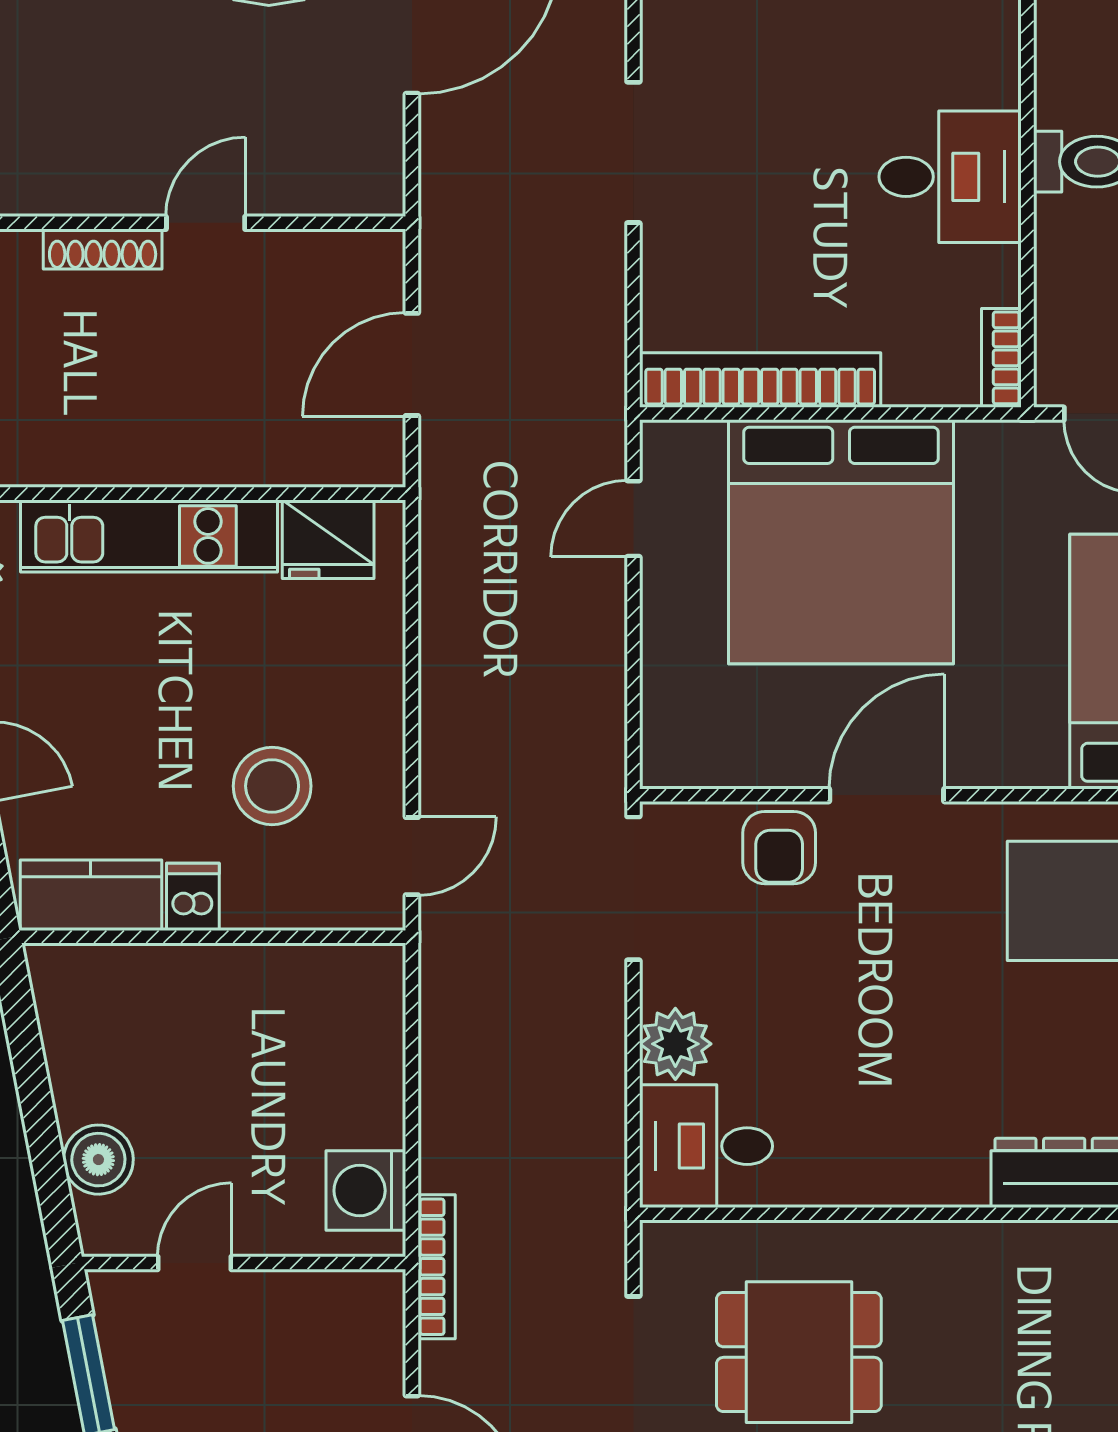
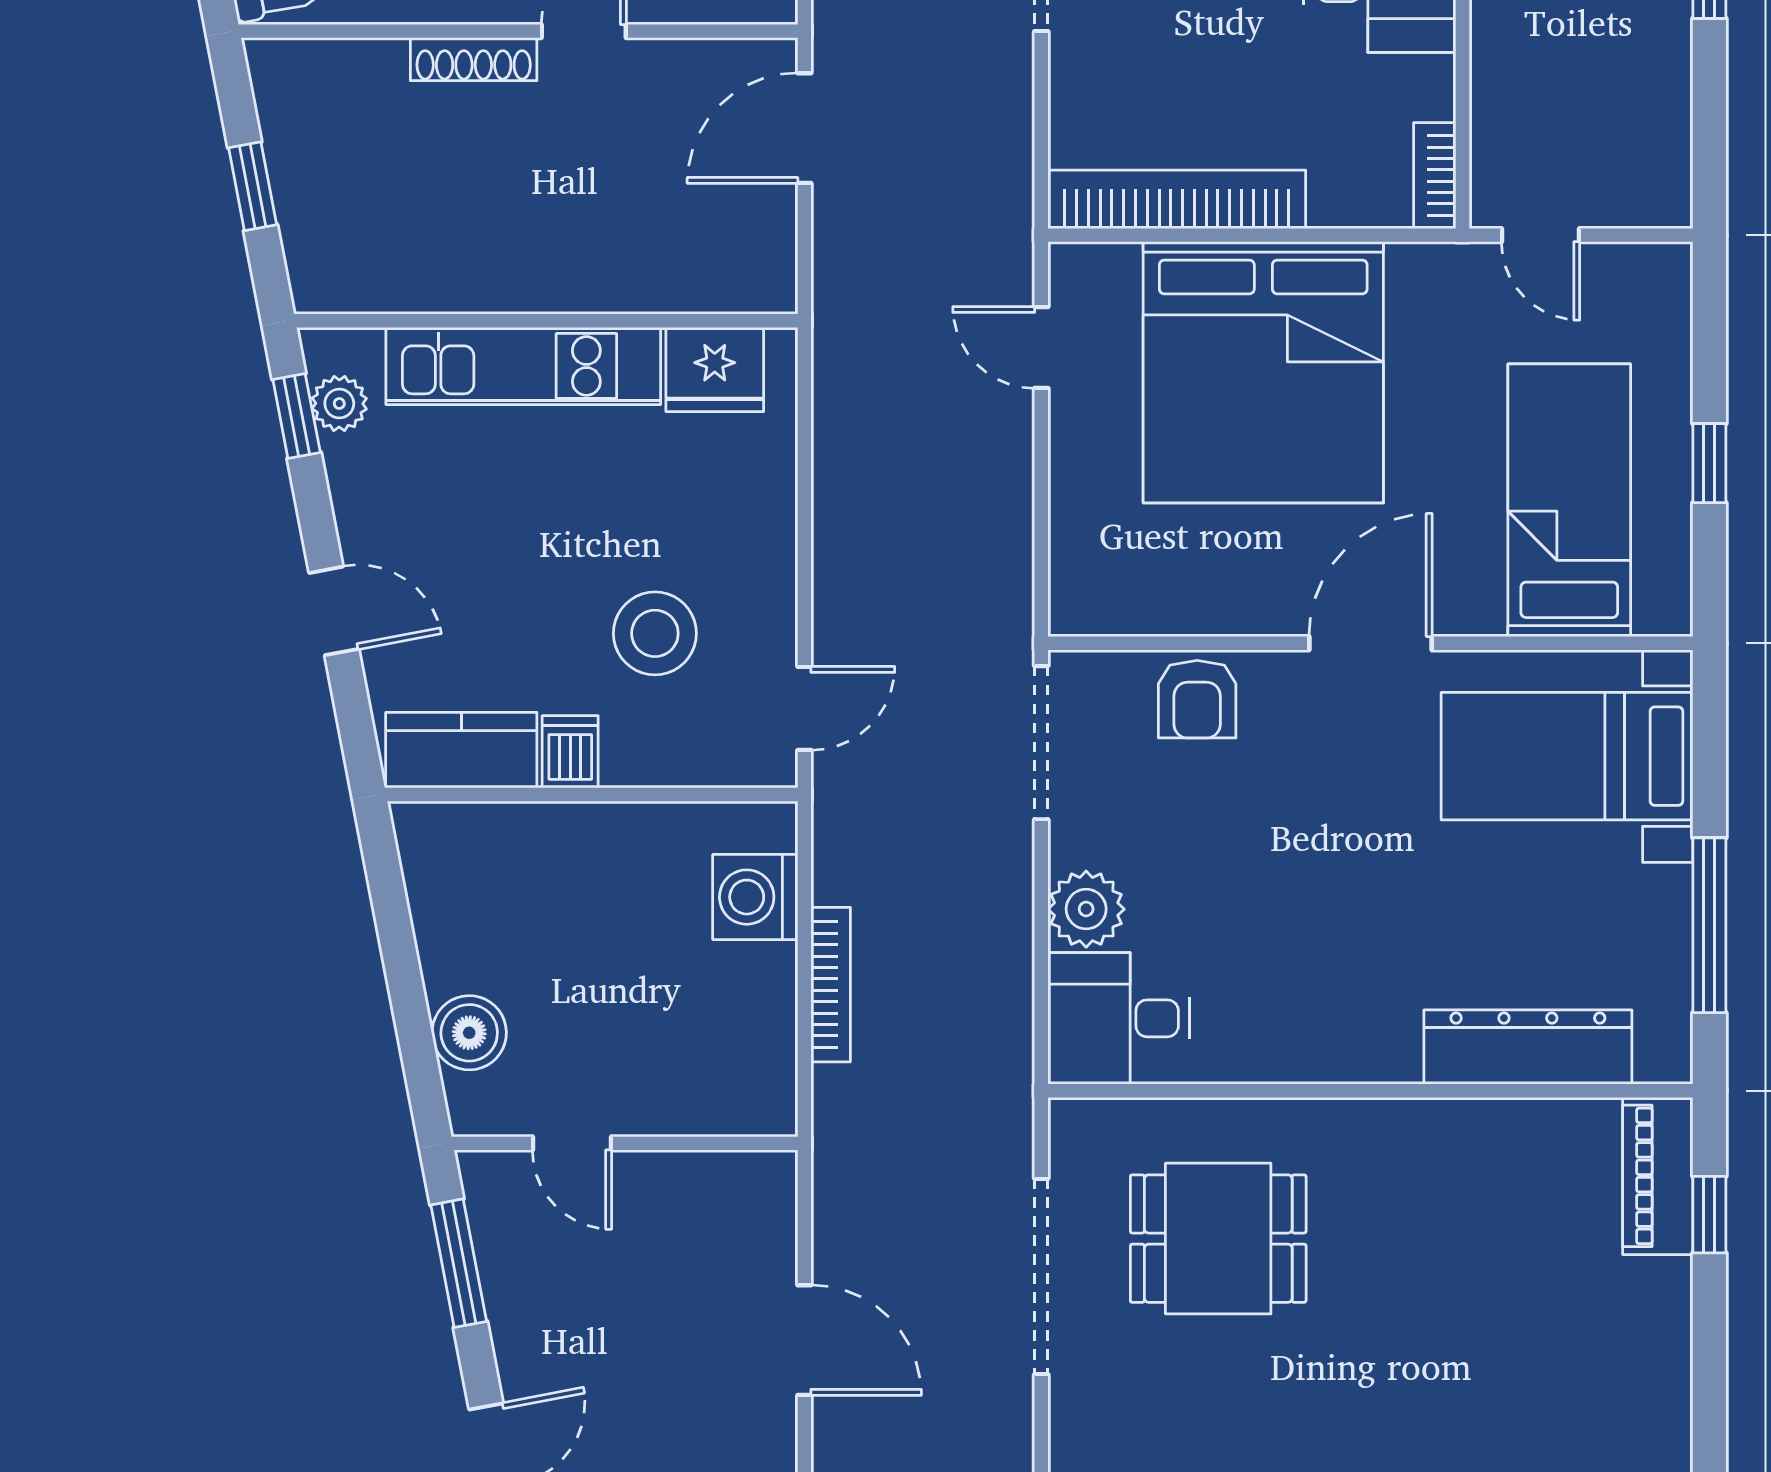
door: (412, 364) -> (804, 128), moved
door: (633, 519) -> (1041, 347), hinge flipped
door: (887, 795) -> (1370, 643), moved
washing machine: (366, 1191) -> (755, 897), moved
door: (195, 1263) -> (572, 1143), swing flipped
bookcase: (437, 1267) -> (831, 985), moved

